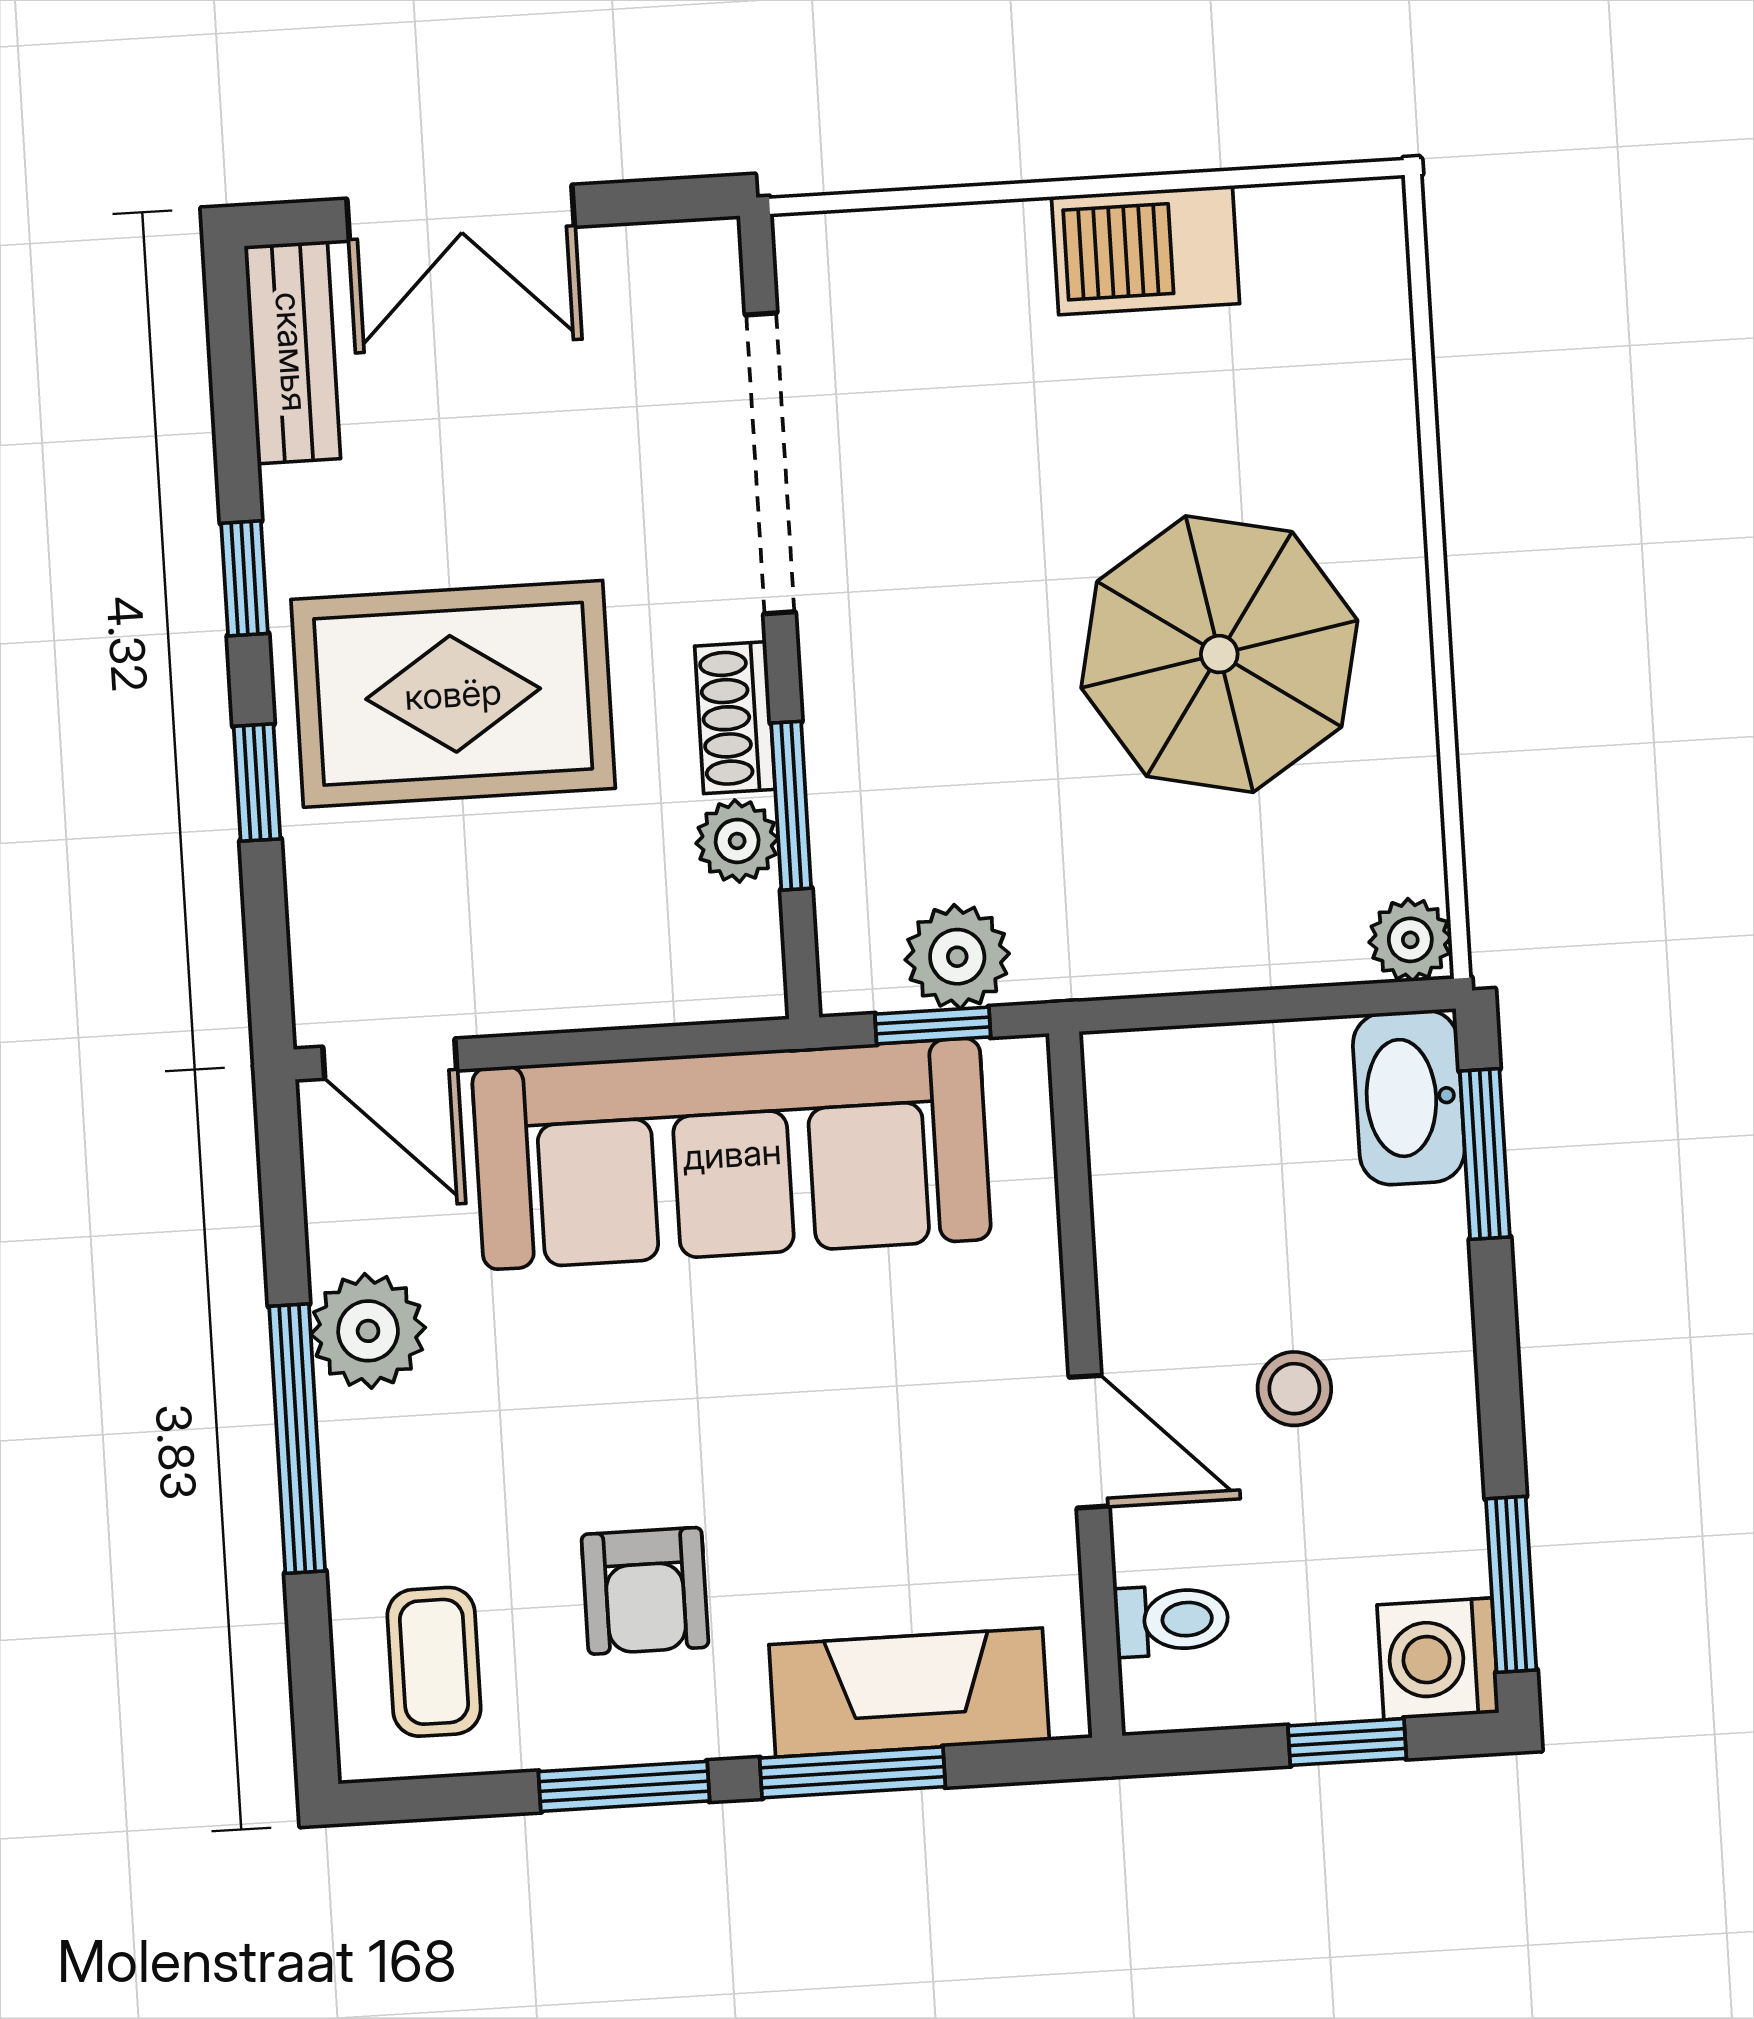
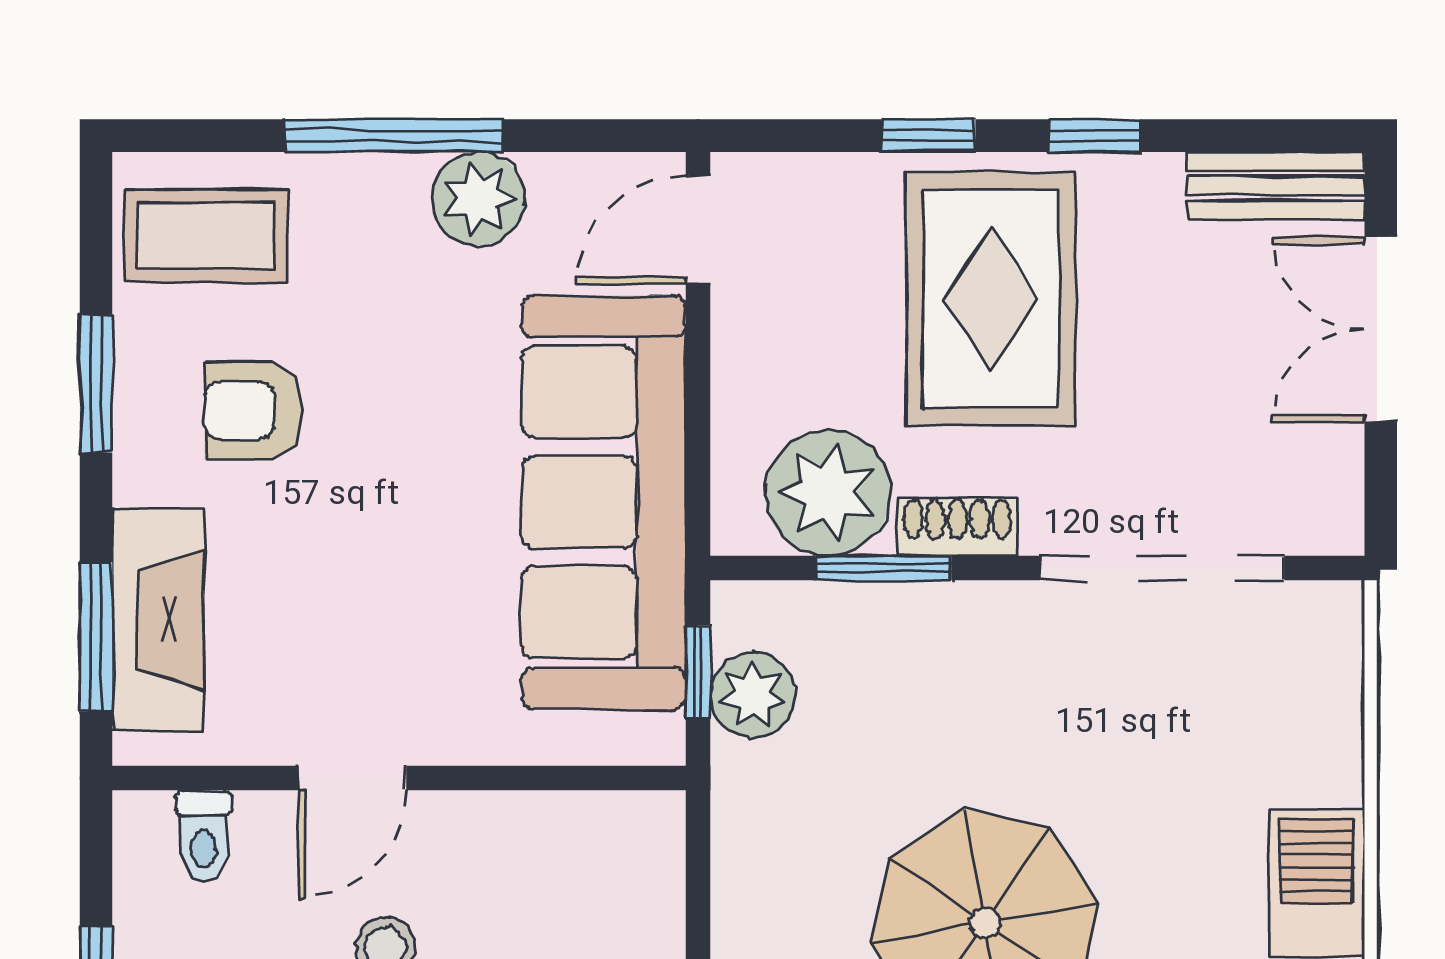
plant: (737, 841) -> (828, 493), width x1.88, depth x1.88
coffee table: (434, 1662) -> (206, 236), width x1.36, depth x1.30
window: (852, 1772) -> (96, 637), moved

